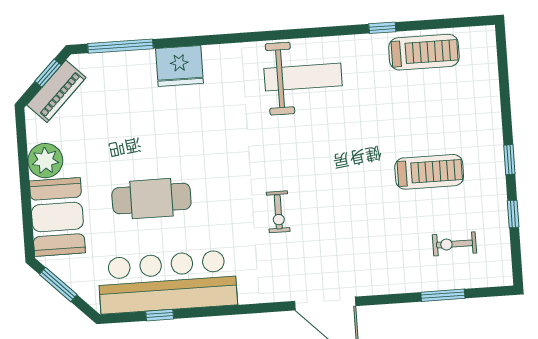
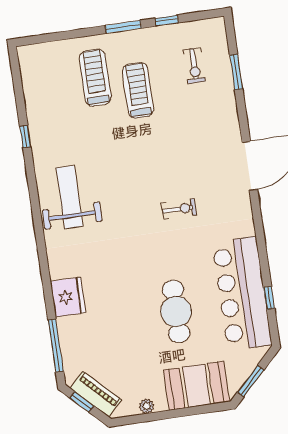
treadmill: (424, 52) -> (95, 78), moved
window: (509, 160) -> (123, 27), width x1.50
plant: (45, 161) -> (147, 406), width x0.53, depth x0.53

